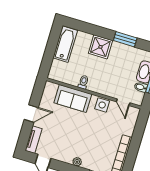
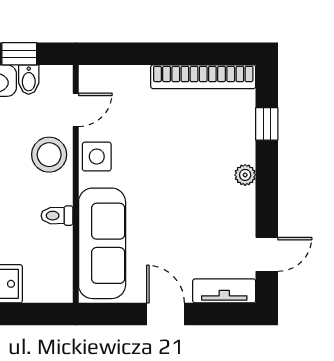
stool: (109, 86) -> (49, 155), added
sofa: (73, 98) -> (102, 243), width x1.36

